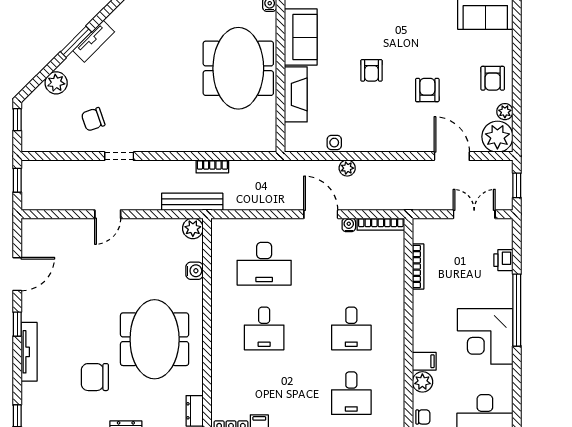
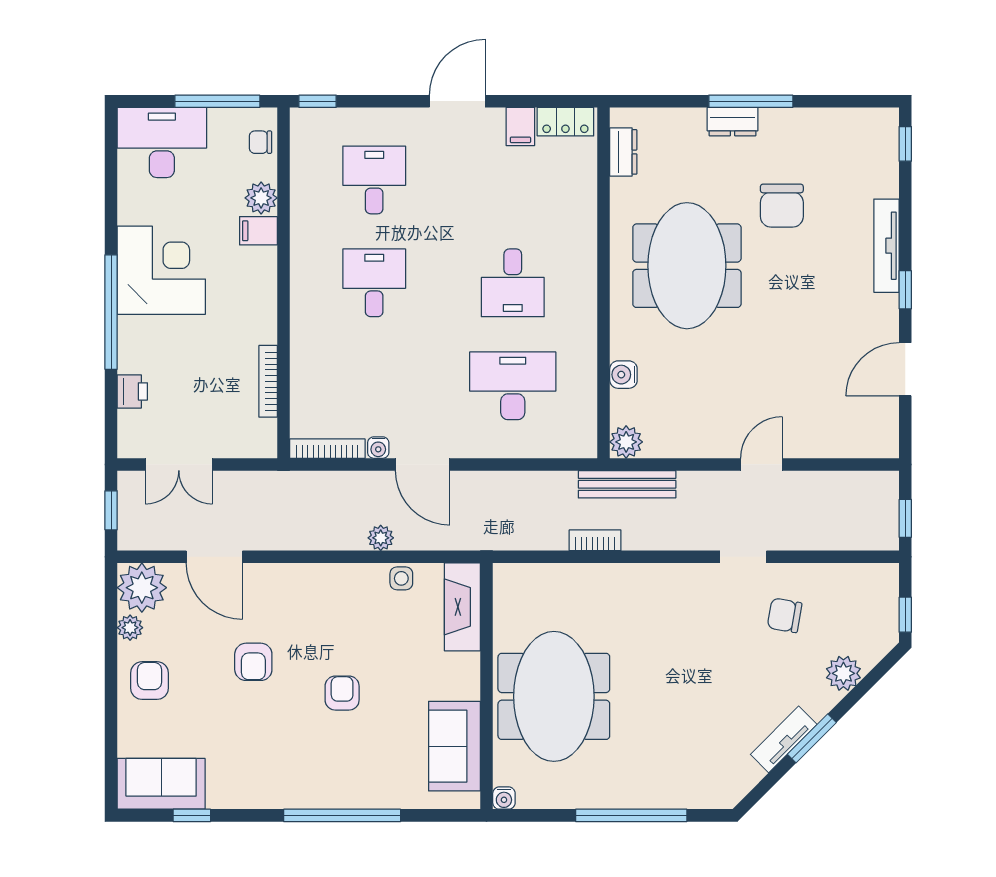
fireplace: (296, 94) -> (462, 607), moved
chair: (93, 119) -> (785, 615), turned -151
desk: (264, 328) -> (513, 283), turned 180
chair: (95, 377) -> (782, 206), turned 90

